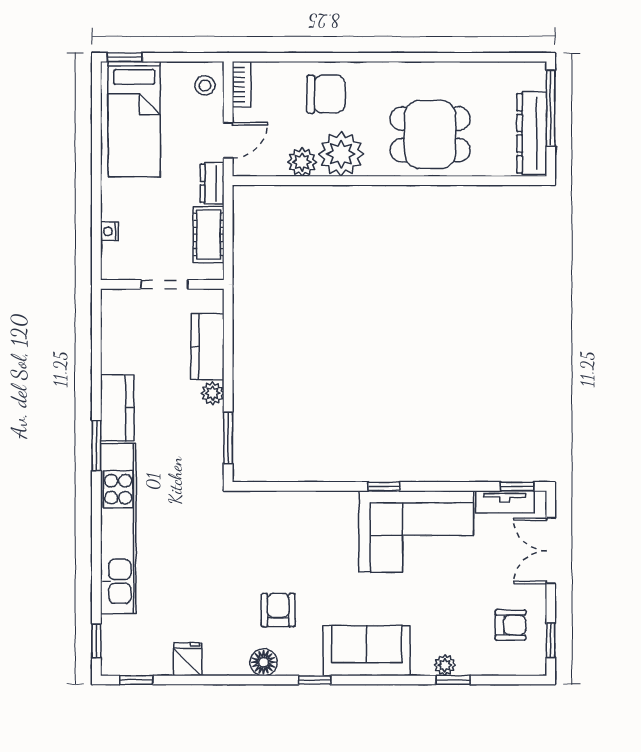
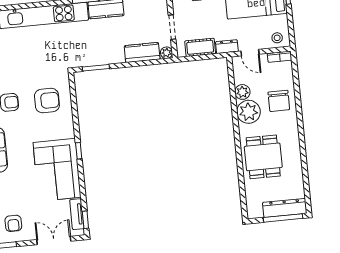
dresser: (532, 133) -> (285, 208), moved
plant: (213, 393) -> (166, 53), moved
armchair: (282, 538) -> (47, 101), added

